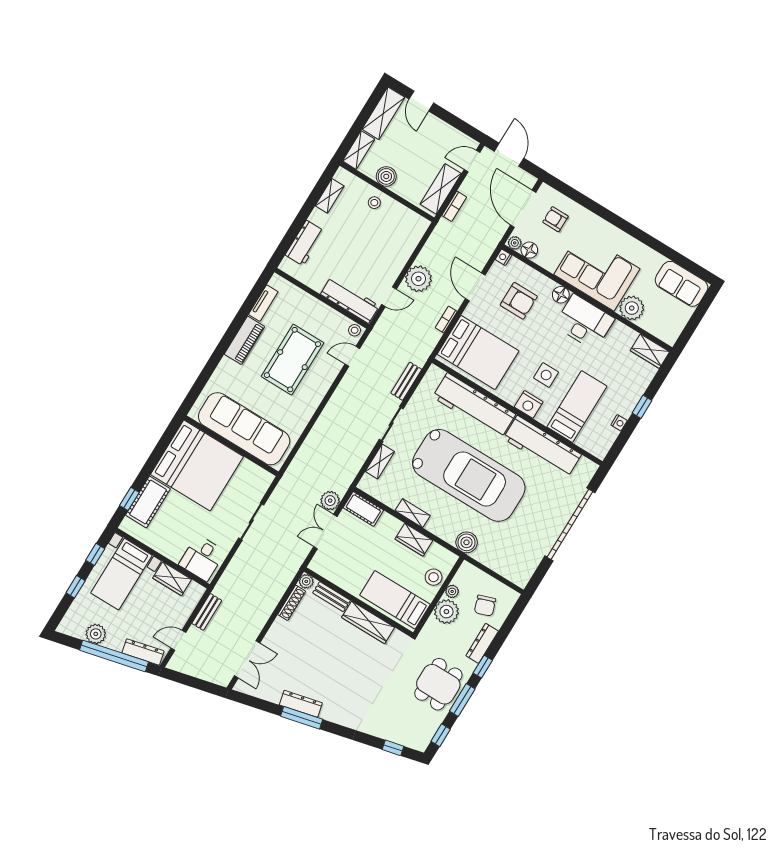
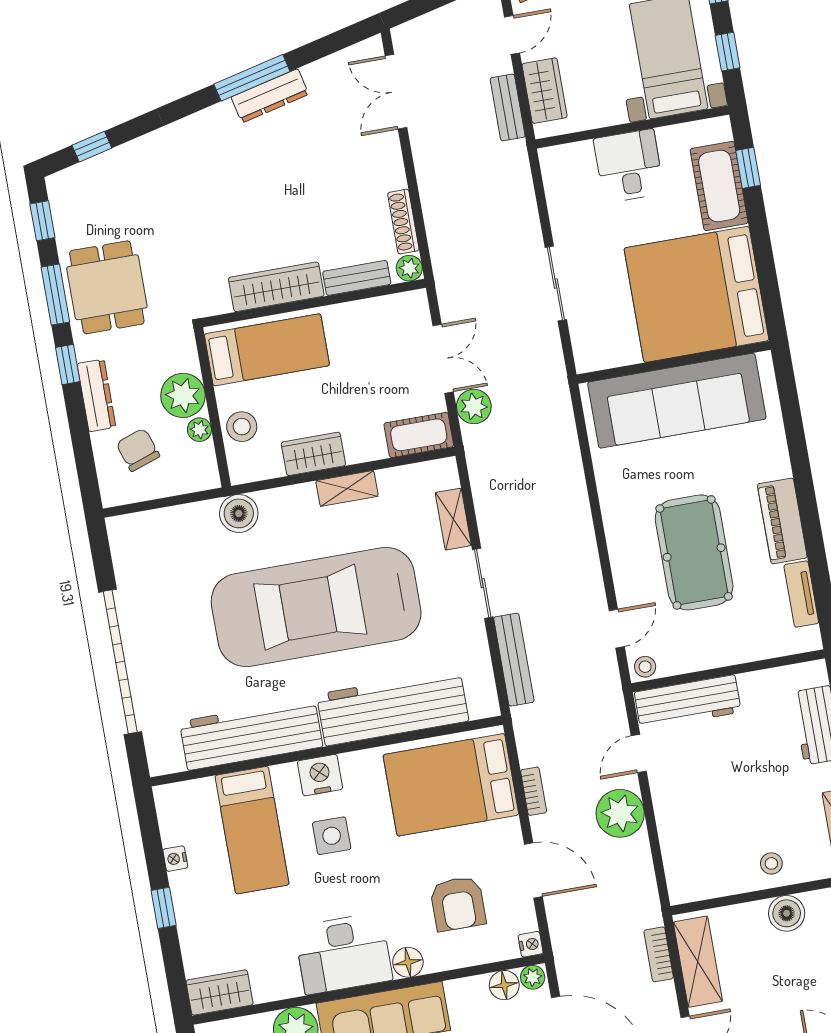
armchair: (519, 301) -> (458, 904), turned -90
bench: (406, 381) -> (514, 660), width x1.36
desk: (202, 558) -> (629, 166), moved
wardrobe: (172, 579) -> (545, 91), moved, turned 90

